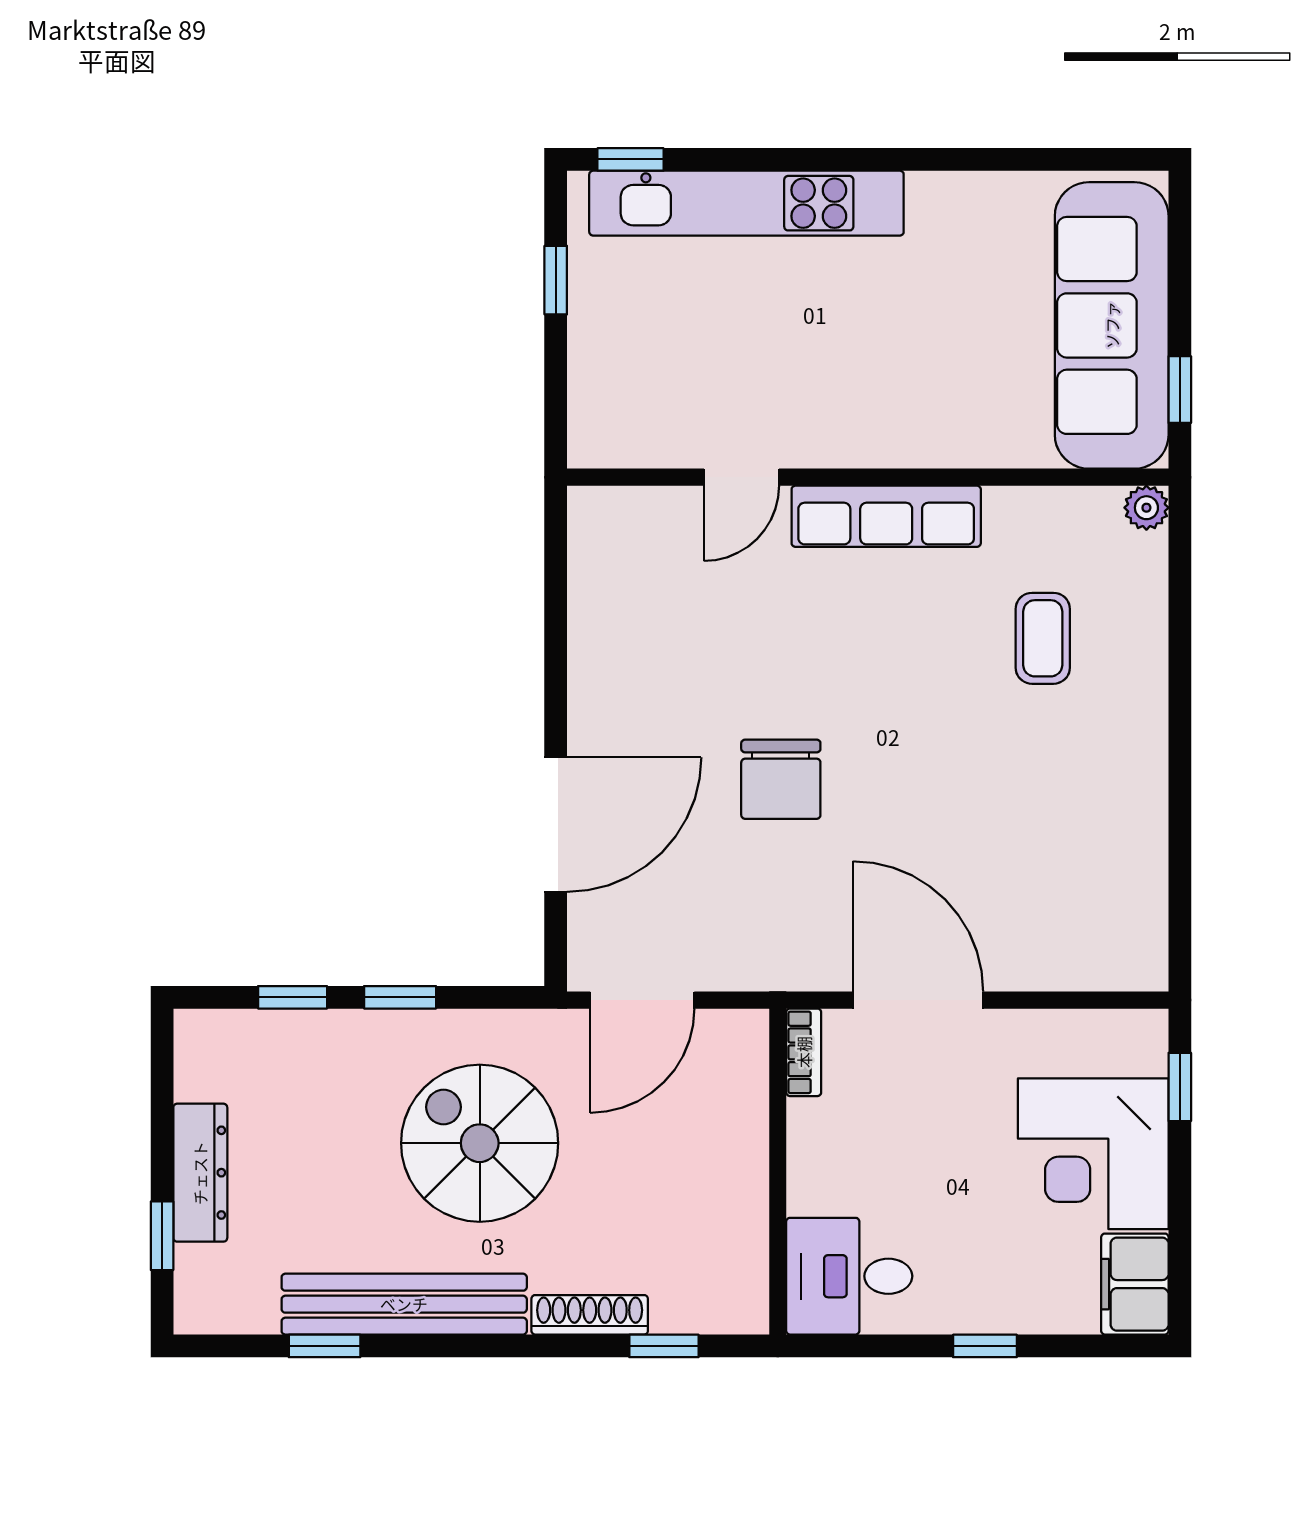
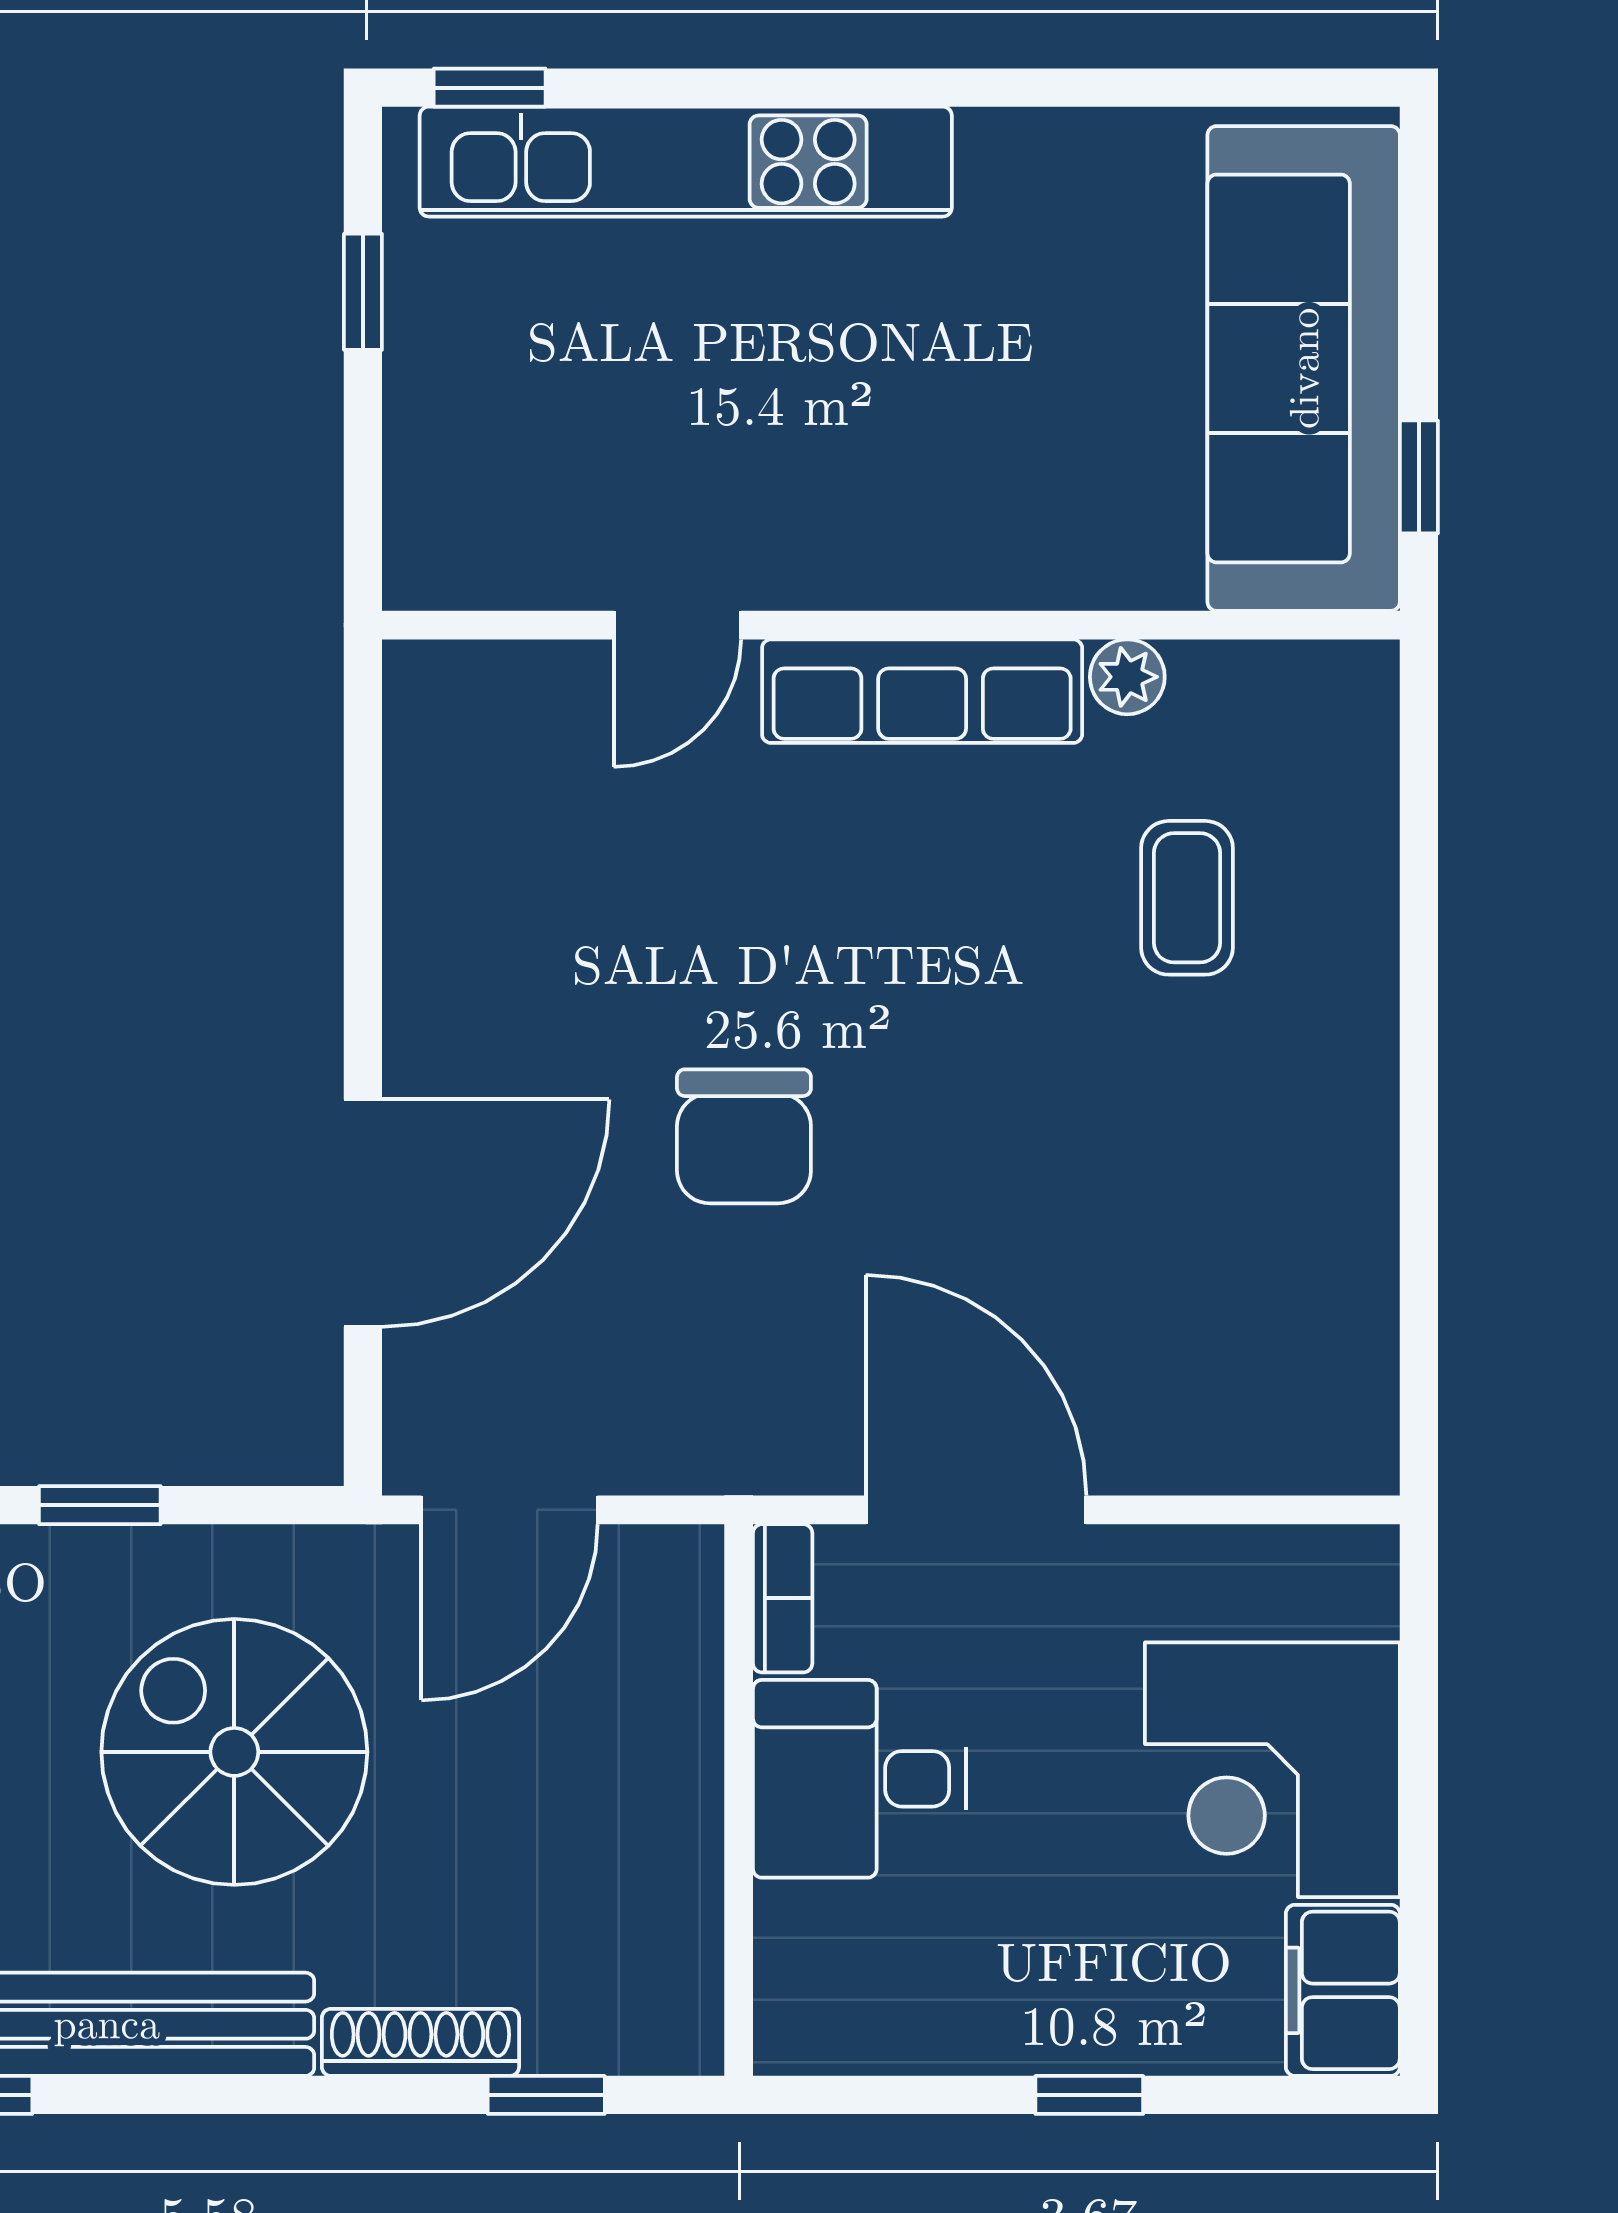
plant: (1146, 508) -> (1127, 677), moved
window: (1180, 1087) -> (1419, 1657), removed
desk: (849, 1276) -> (860, 1779), moved

